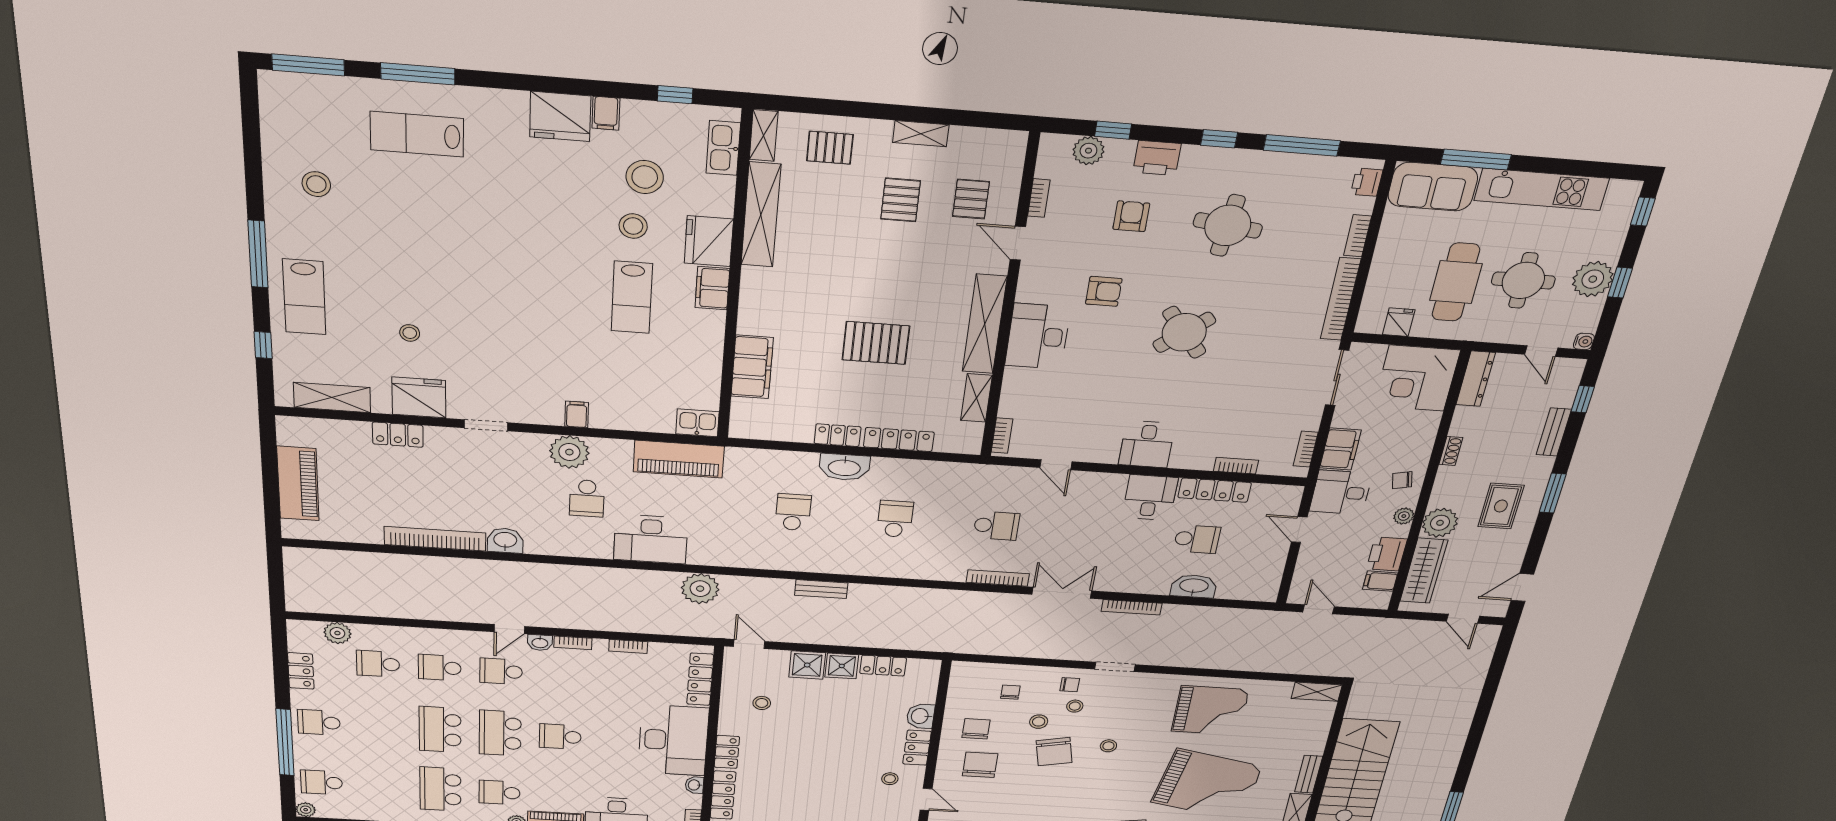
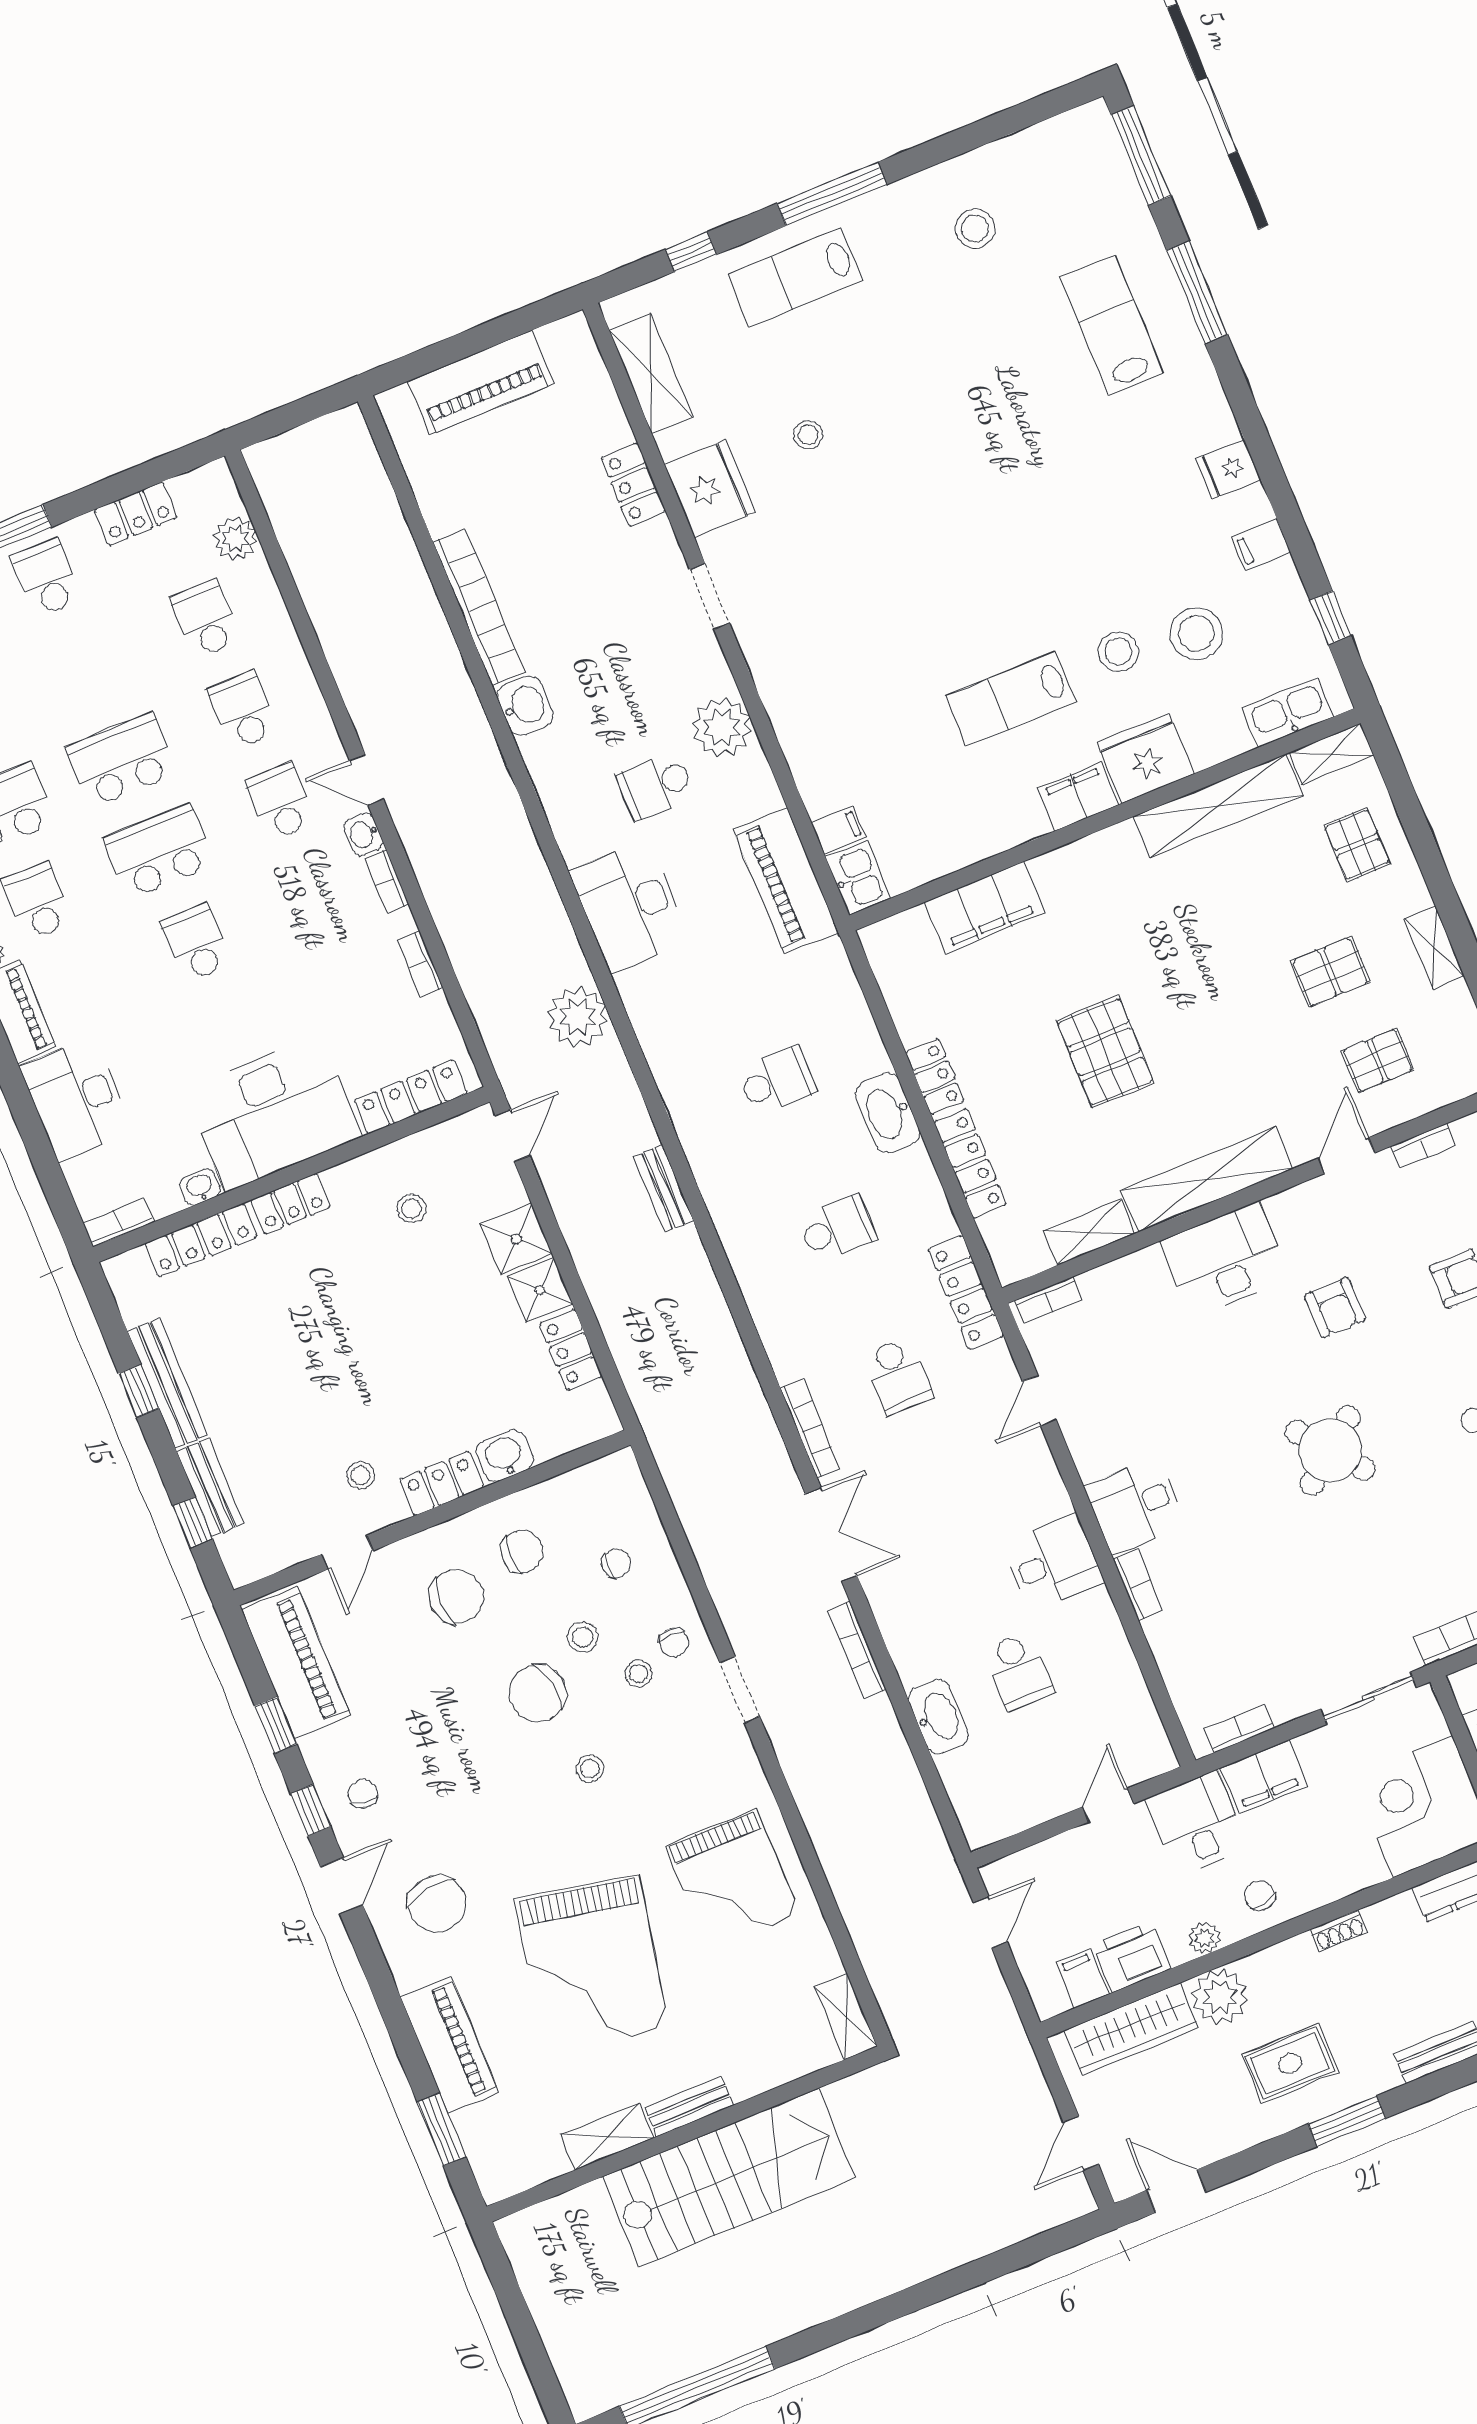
fridge: (560, 116) -> (1228, 469), width x0.53, depth x0.75
filing cabinet: (577, 414) -> (839, 830), moved
bookcase: (1236, 466) -> (1138, 1585), moved
locker: (1215, 490) -> (966, 1292), moved

